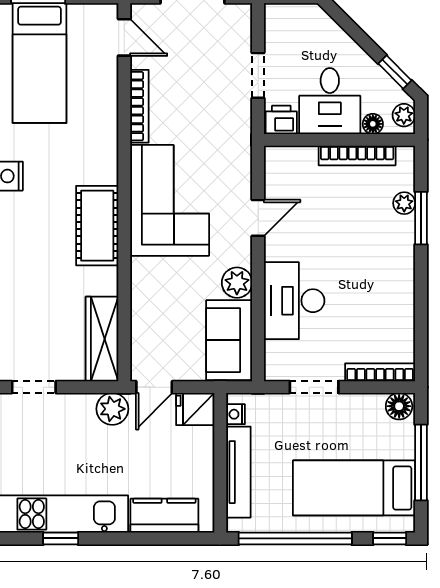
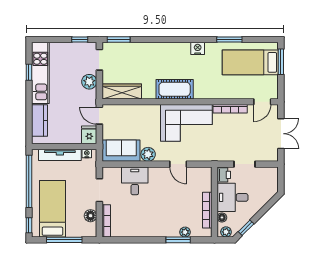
desk: (294, 301) -> (135, 181), width x0.73
floor lamp: (399, 406) -> (91, 216), moved
plant: (112, 409) -> (89, 82), moved

